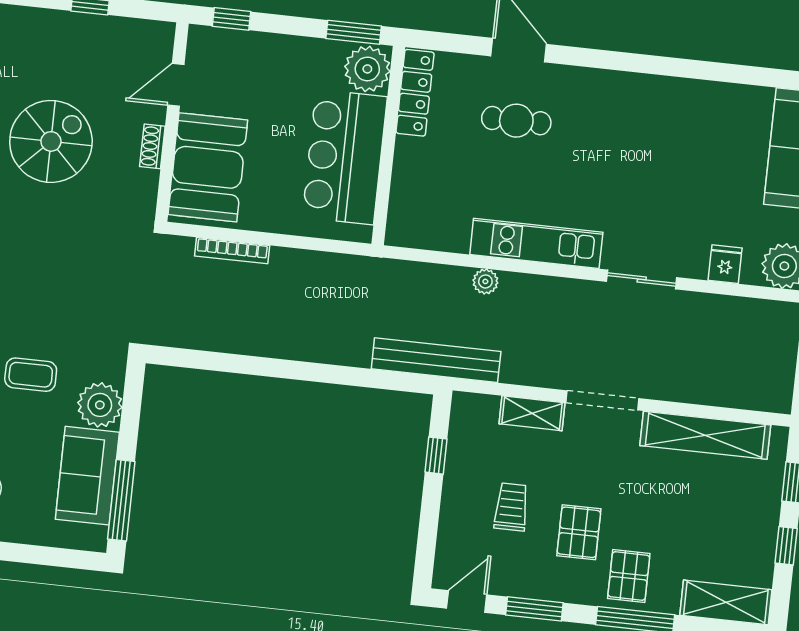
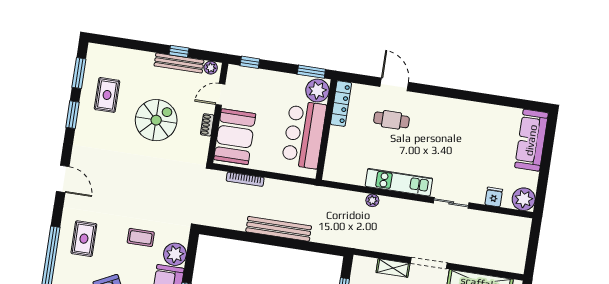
bench: (91, 27) -> (179, 63), added
plant: (154, 33) -> (211, 68), added
bench: (436, 360) -> (279, 229), moved

